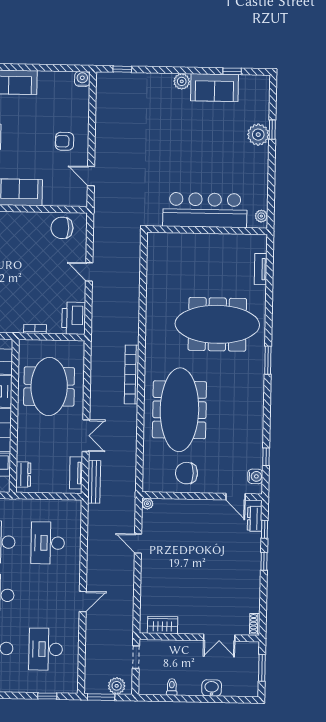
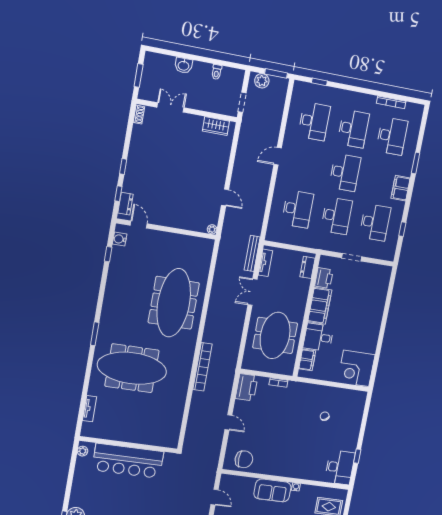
bookcase: (132, 374) -> (202, 367), moved
chair: (187, 473) -> (176, 250), removed

